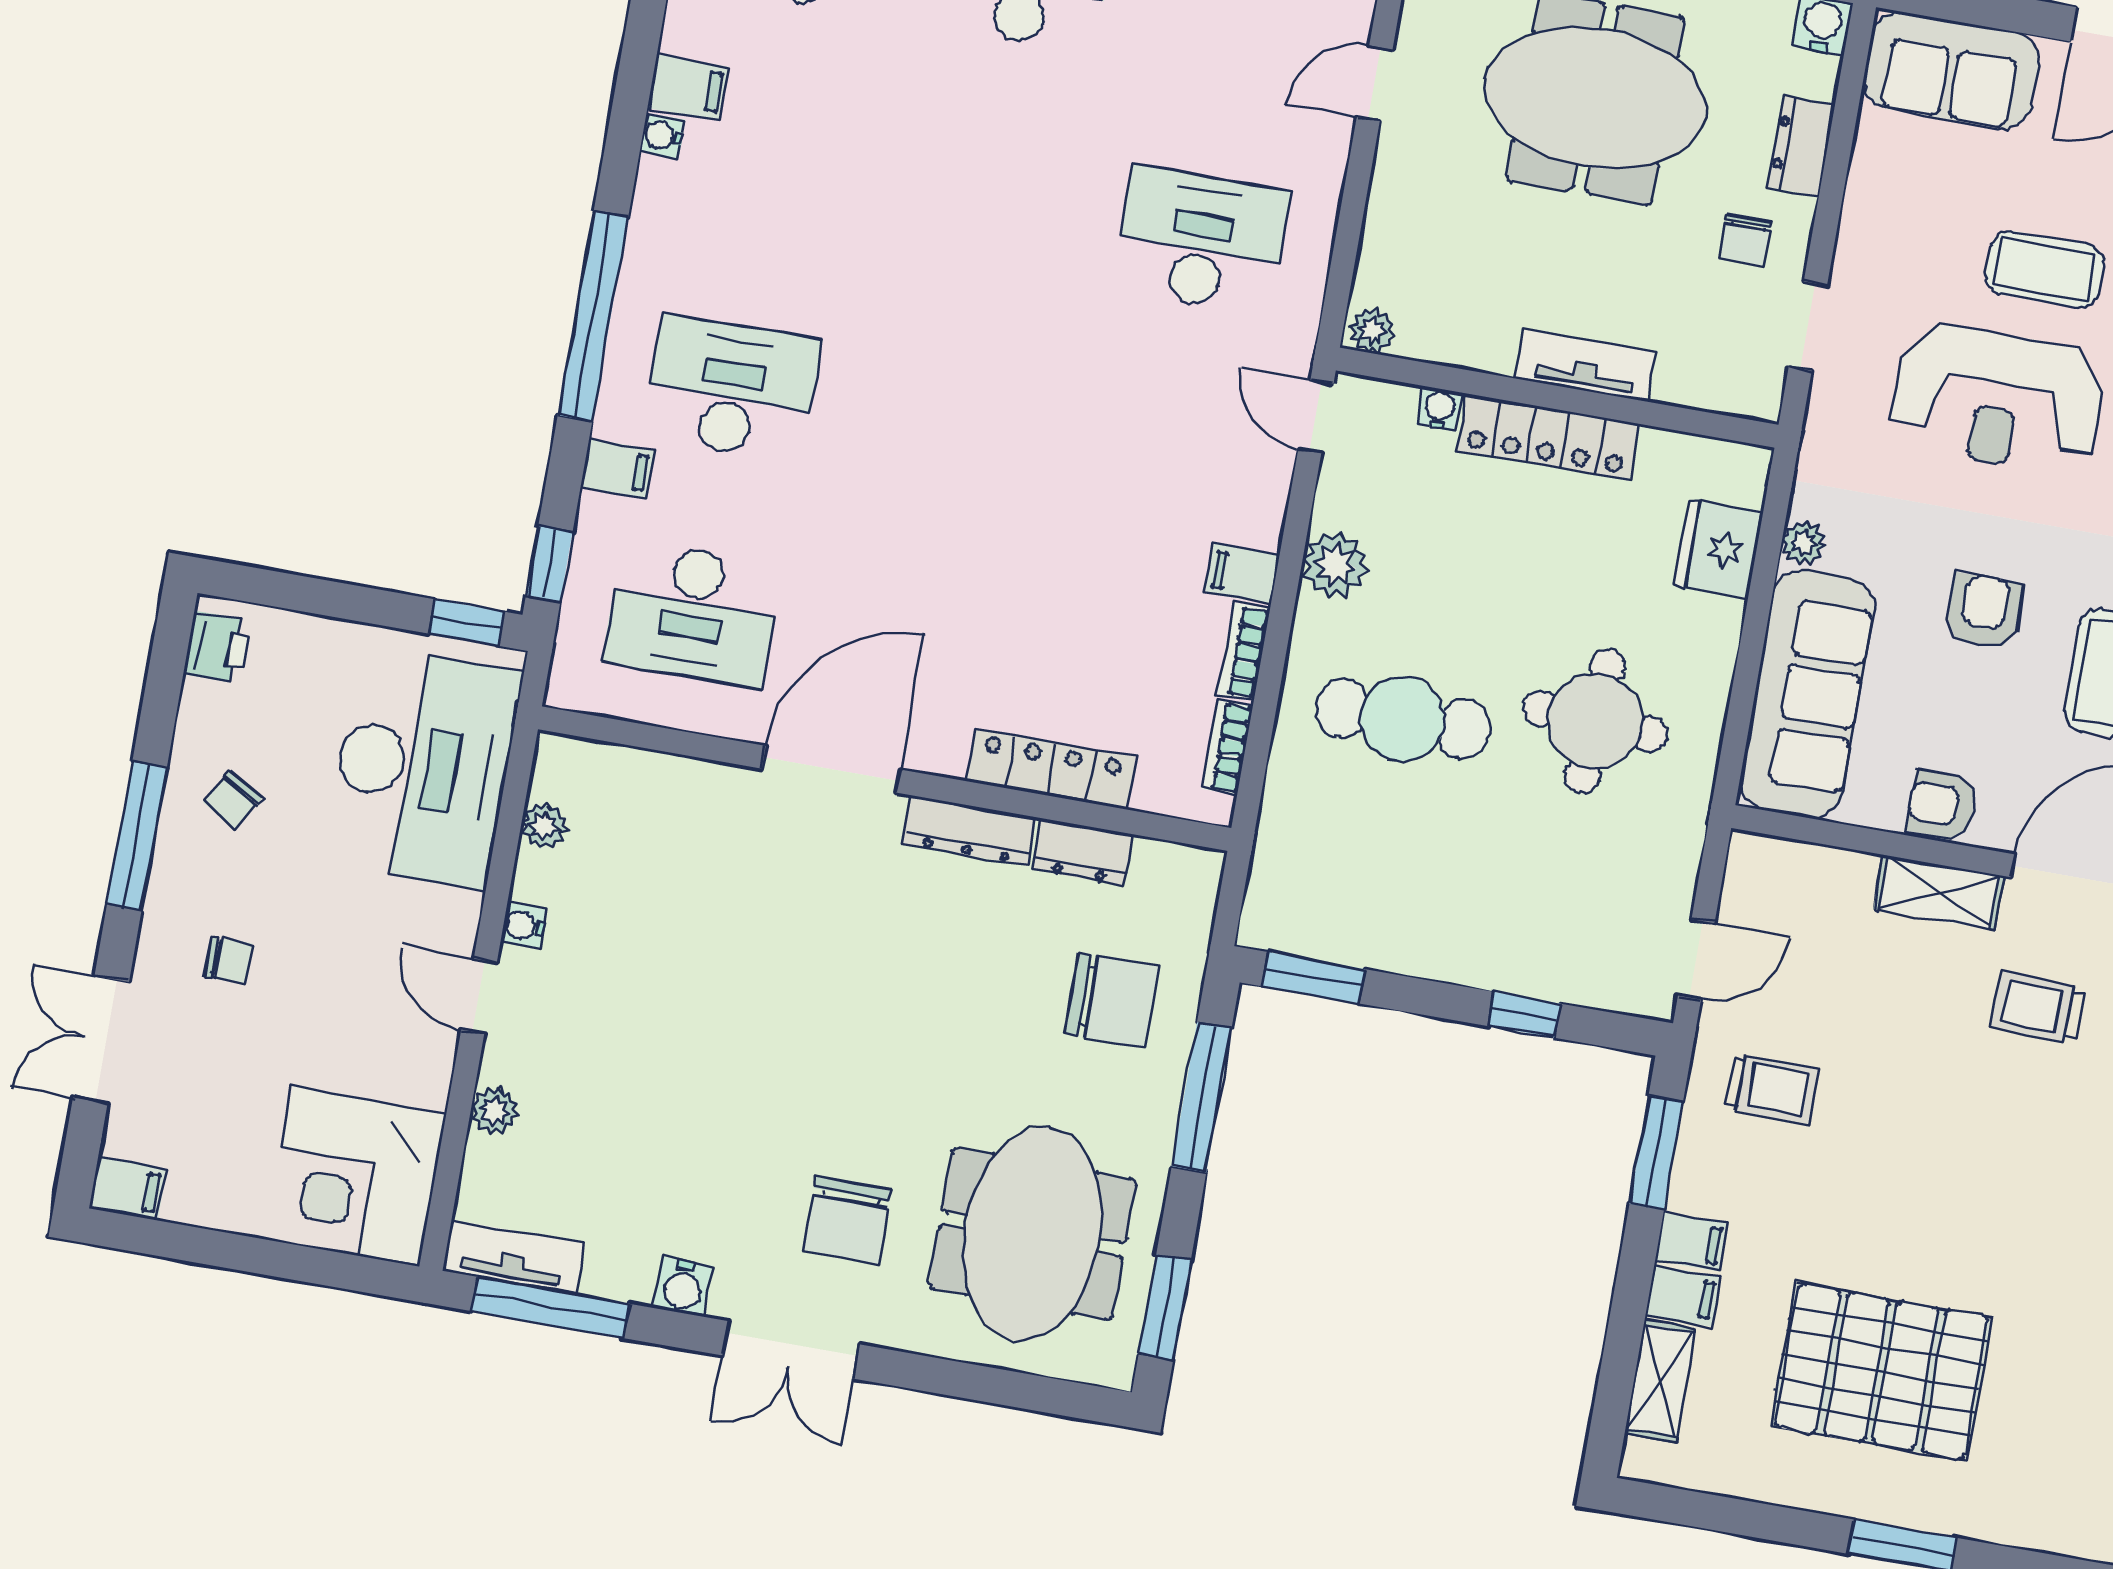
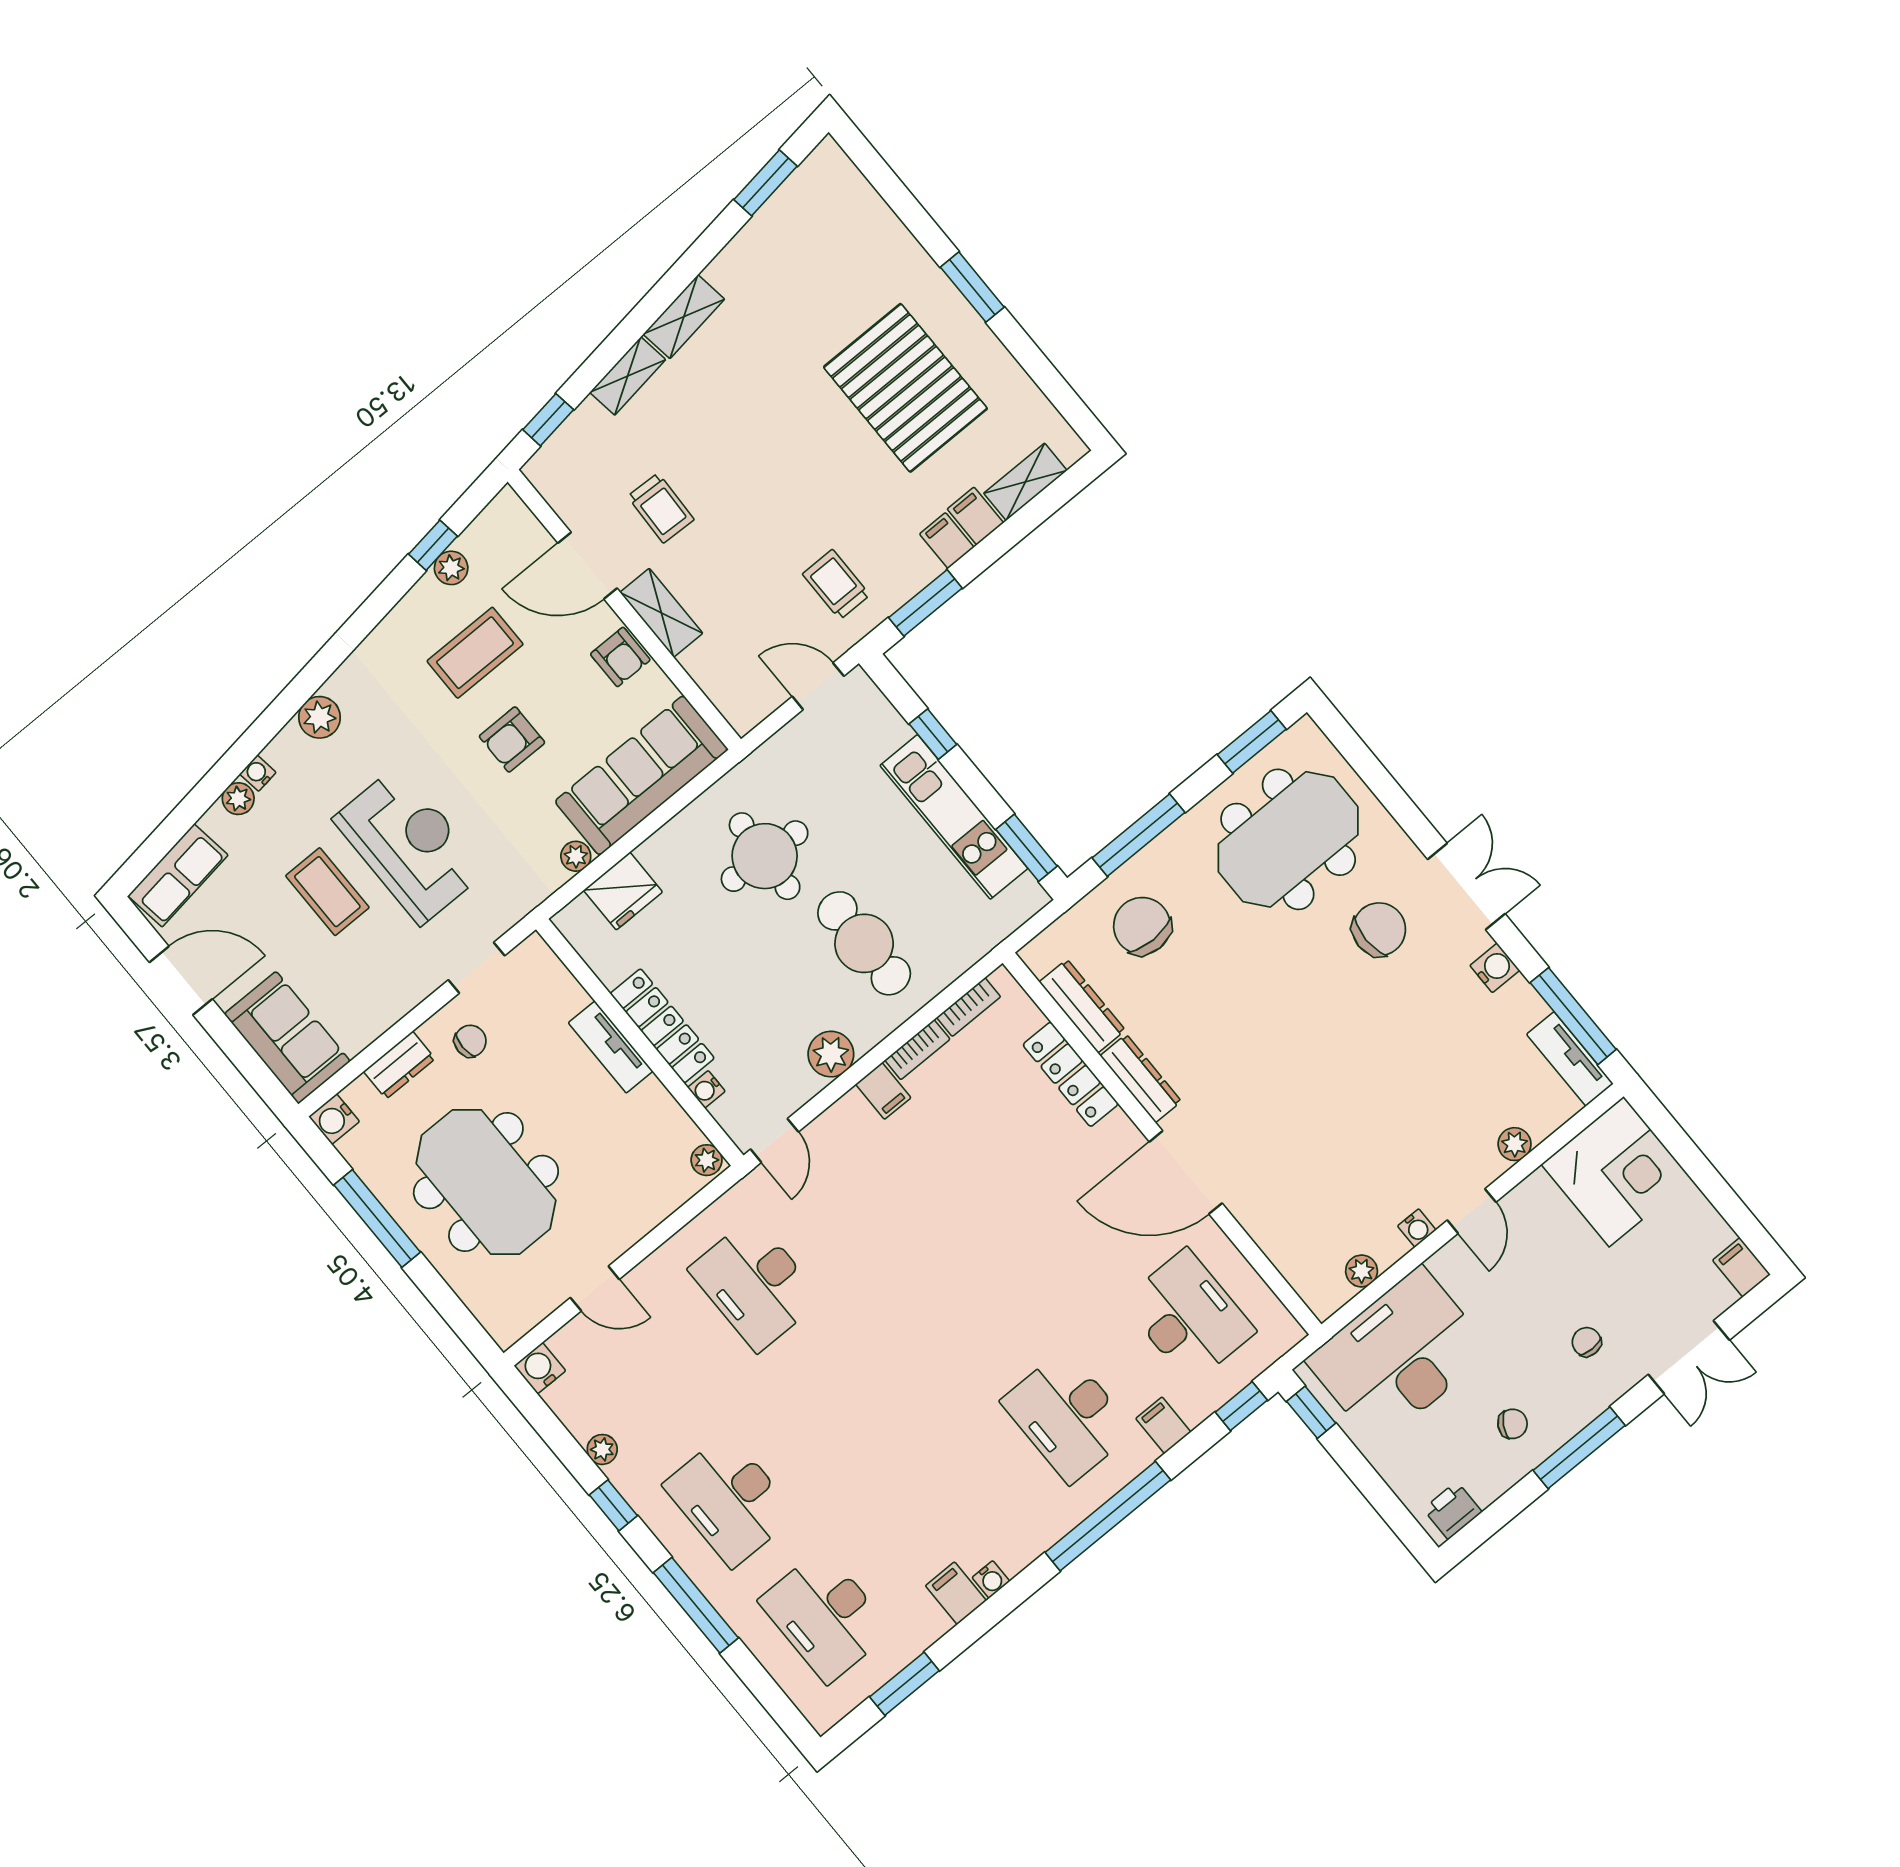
dresser: (1082, 852) -> (1082, 1006), width x1.44
kitchen unit: (1423, 943) -> (954, 817), added

